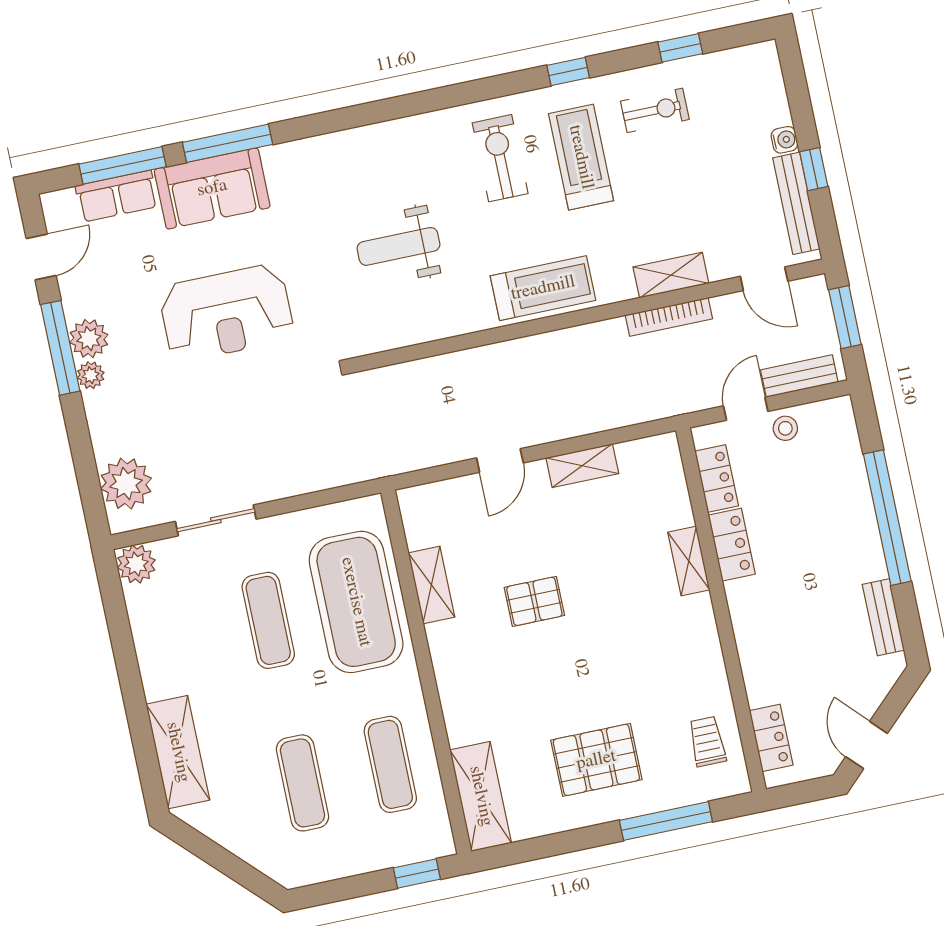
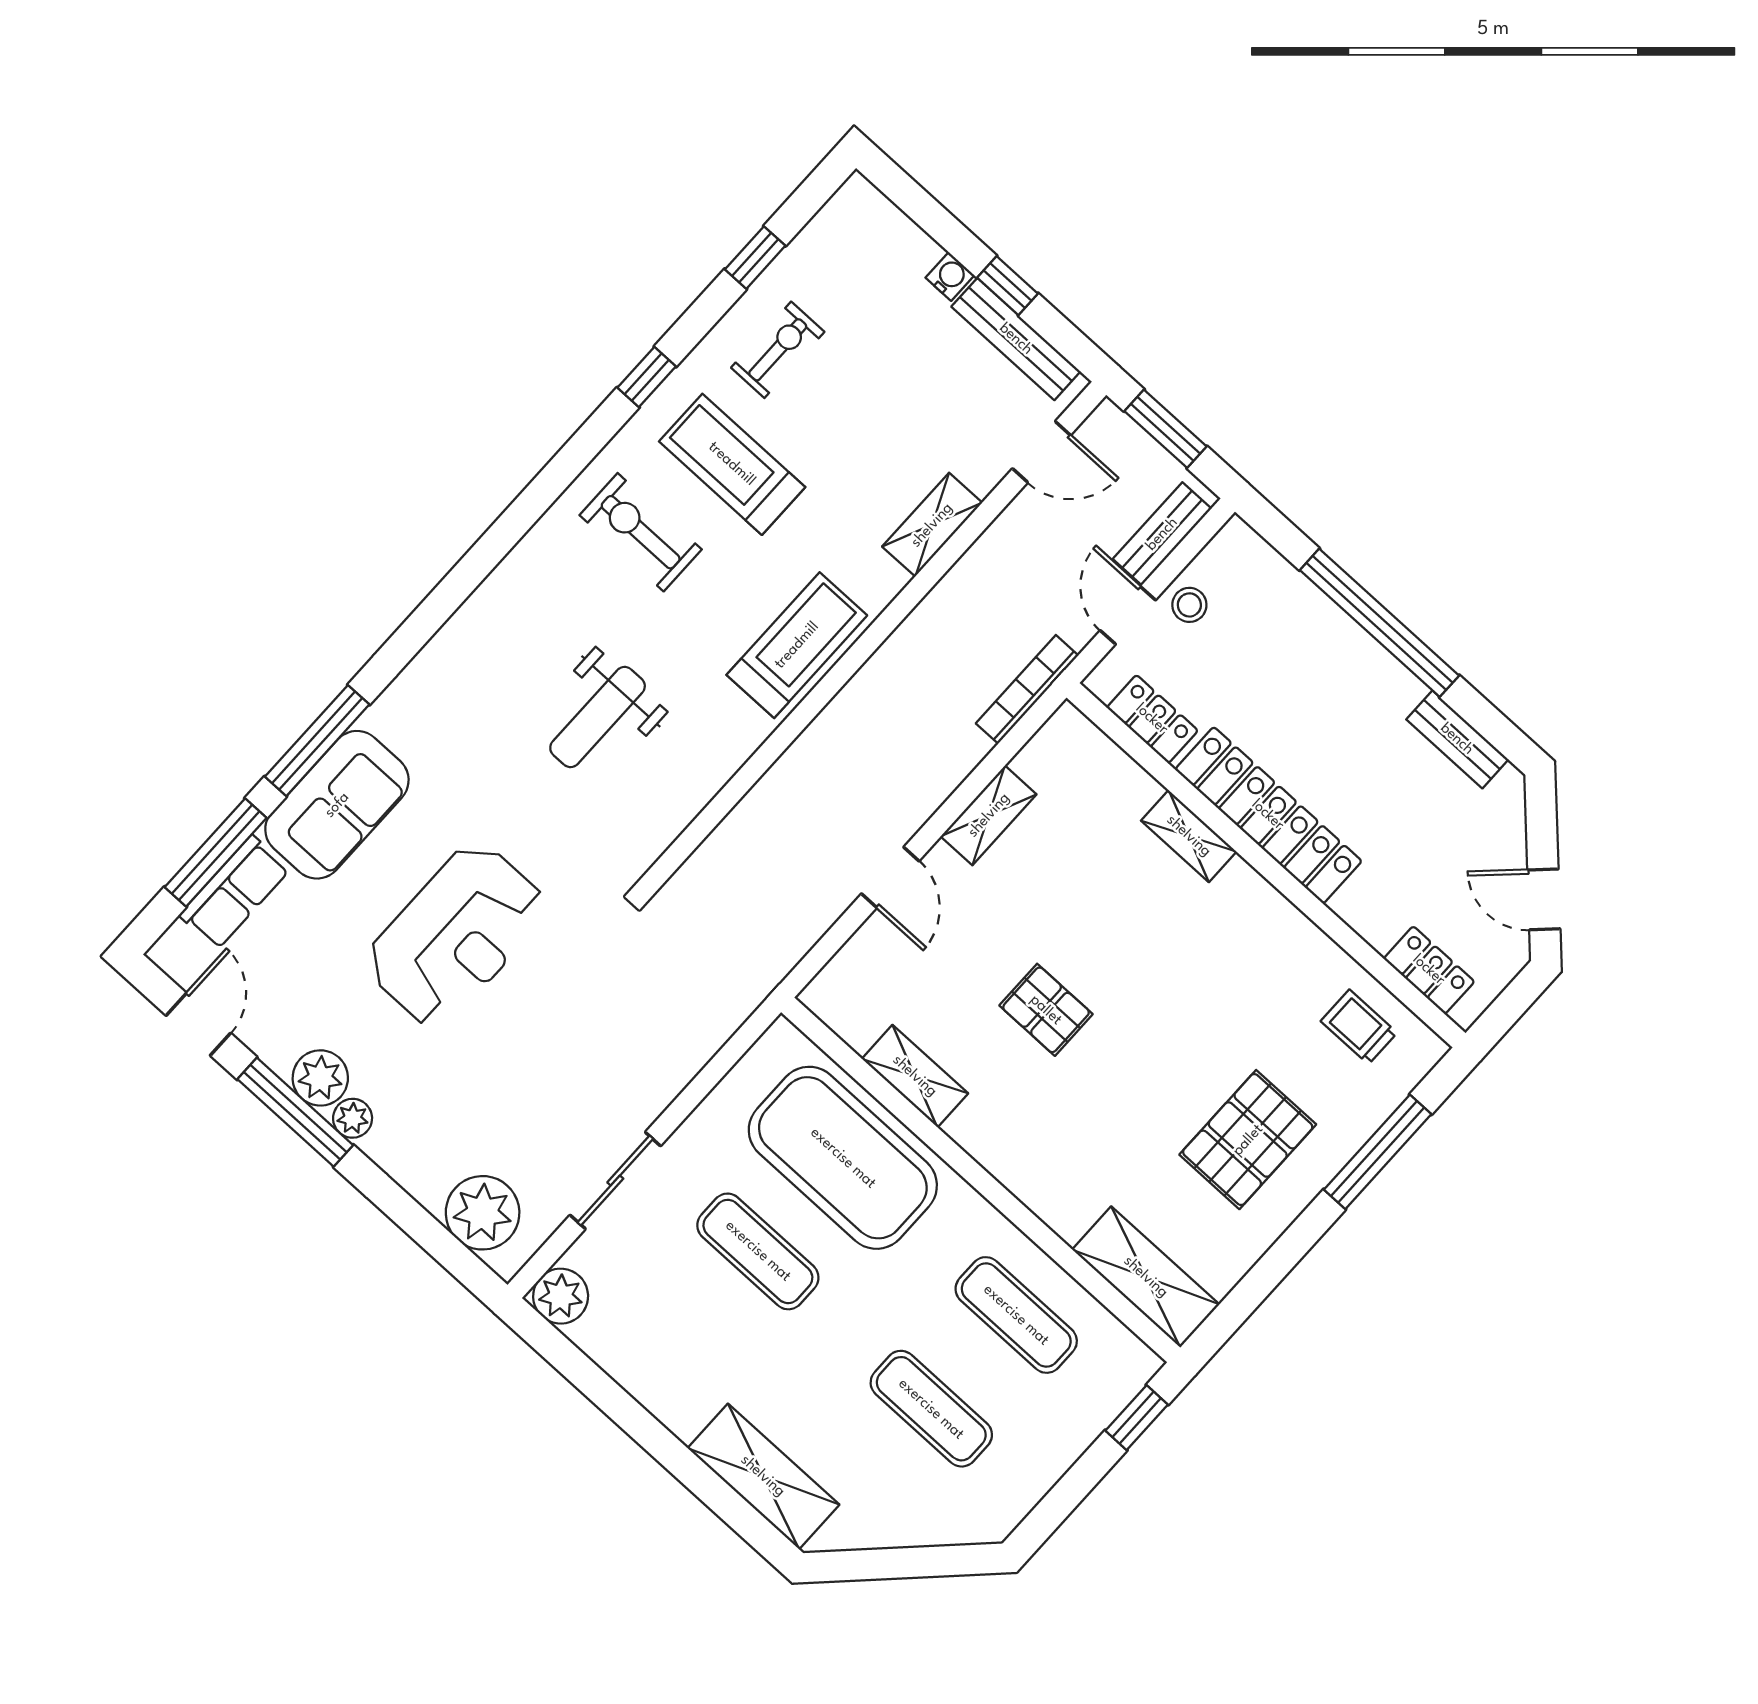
bookcase: (669, 317) -> (1027, 689), moved, turned 180
locker: (732, 545) -> (1268, 815), width x2.16, depth x1.21
pallet: (534, 601) -> (1046, 1010), turned 90

